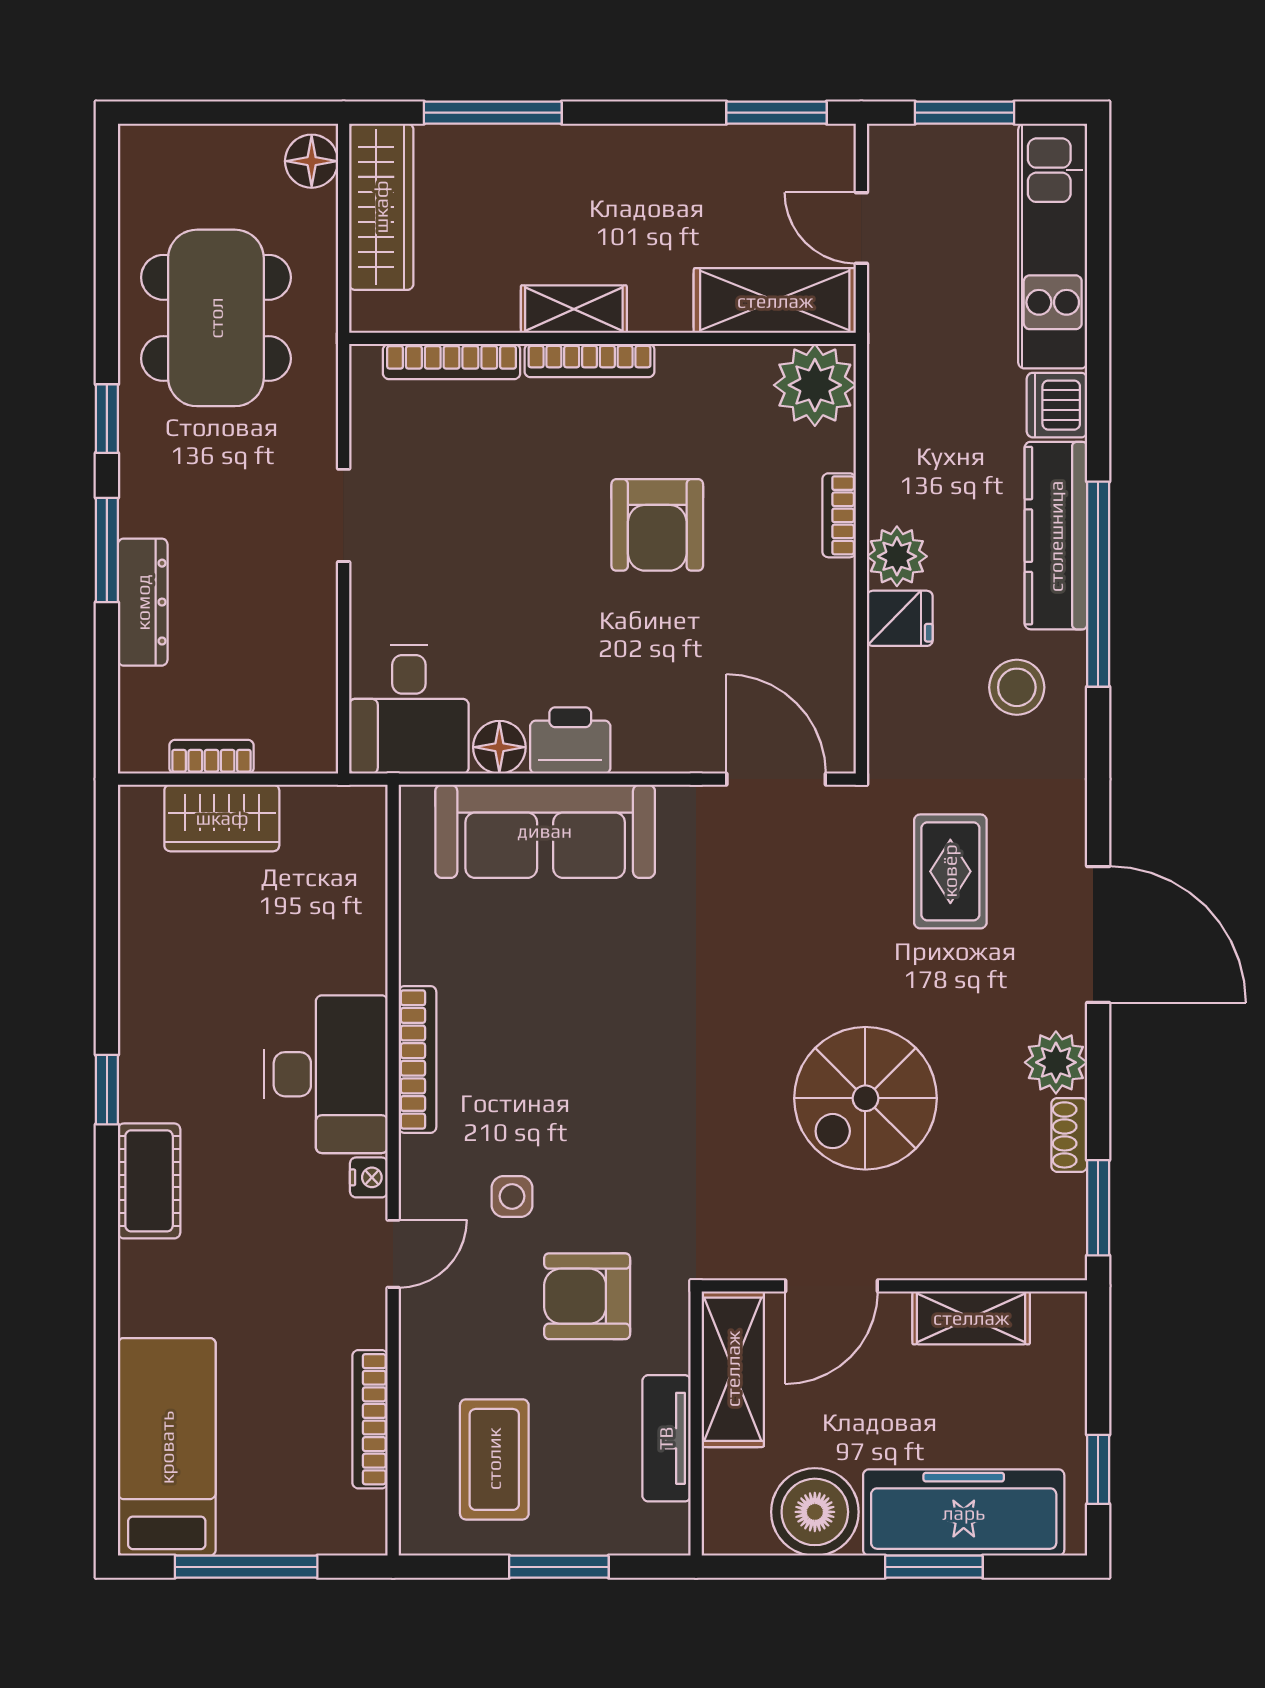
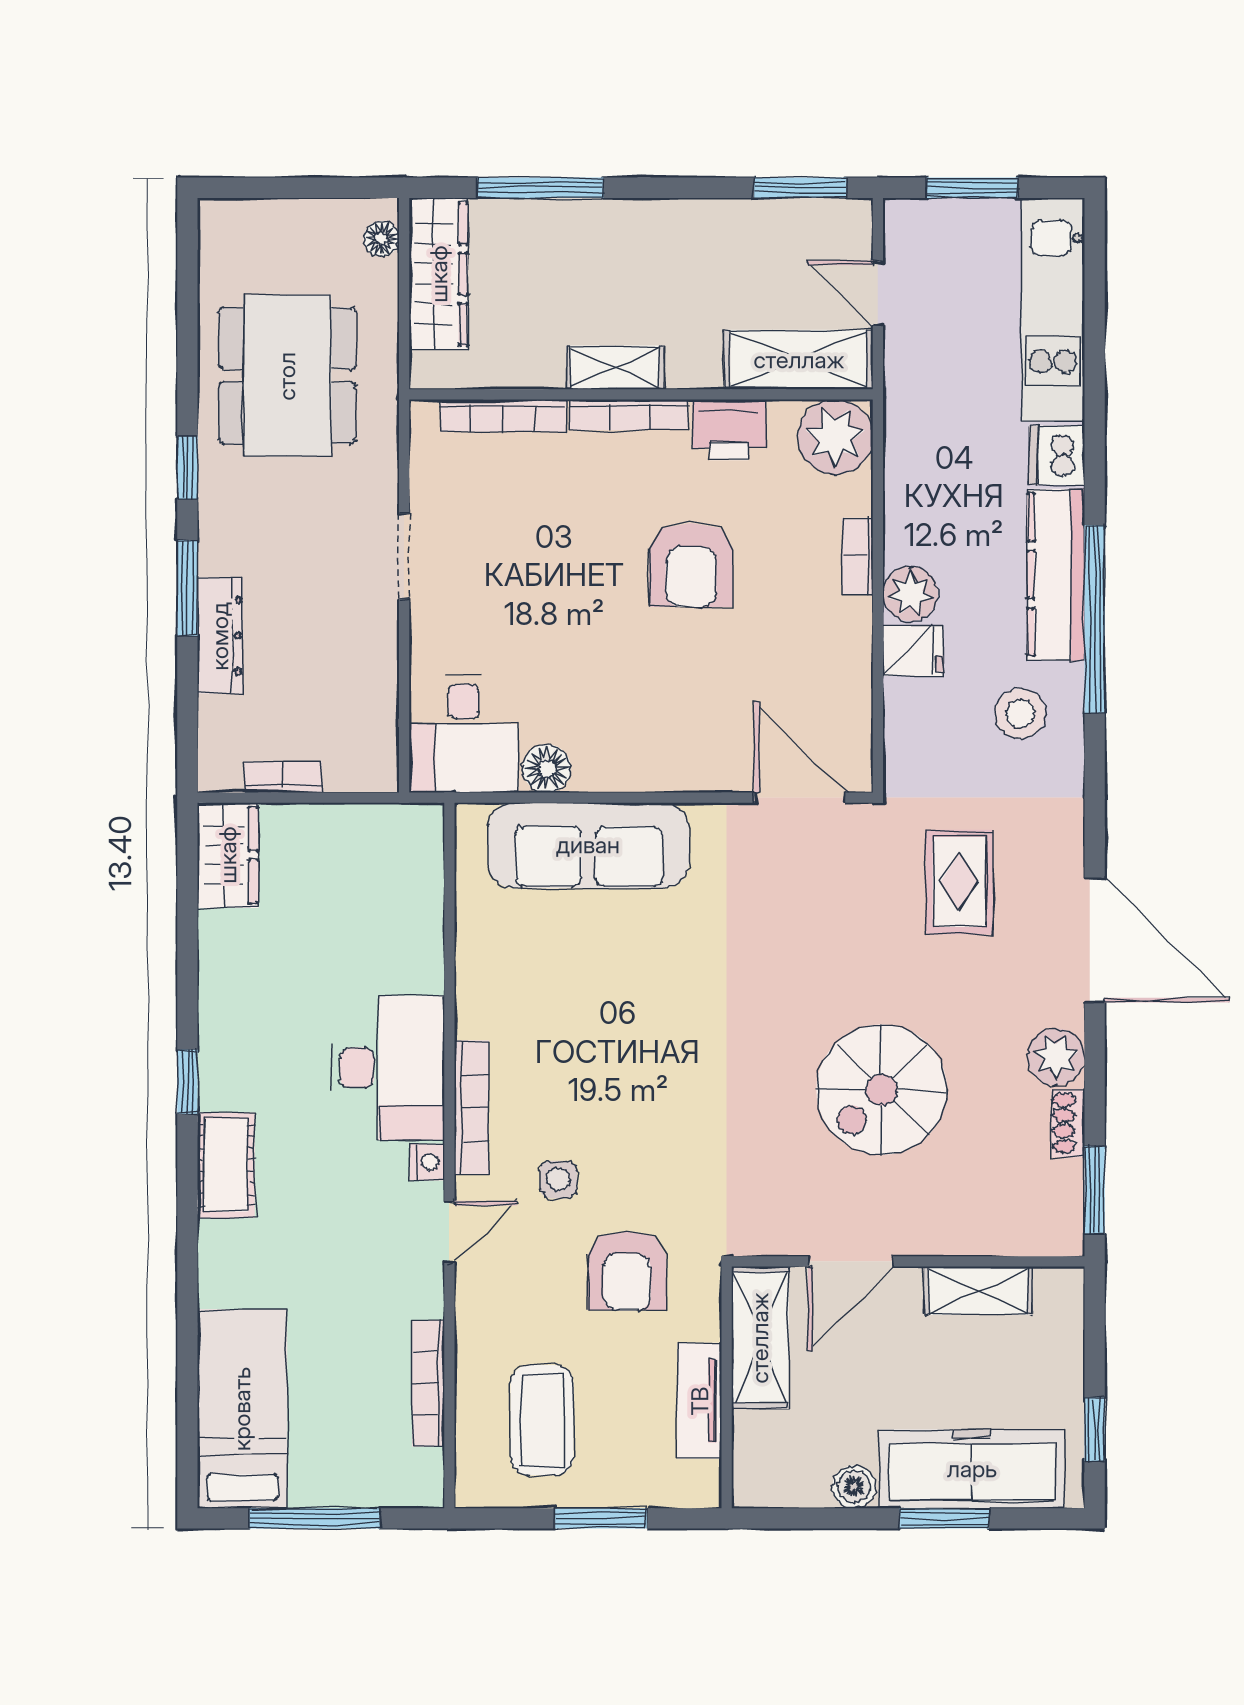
floor lamp: (312, 161) -> (381, 239), width x0.73, depth x0.73
printer: (570, 740) -> (729, 430), moved, turned 180
wardrobe: (222, 818) -> (228, 855), moved, turned -90
bookcase: (418, 1059) -> (472, 1108), moved
armchair: (587, 1296) -> (627, 1271), turned -90
boiler: (815, 1512) -> (854, 1487), width x0.54, depth x0.54

